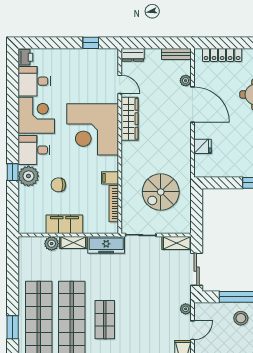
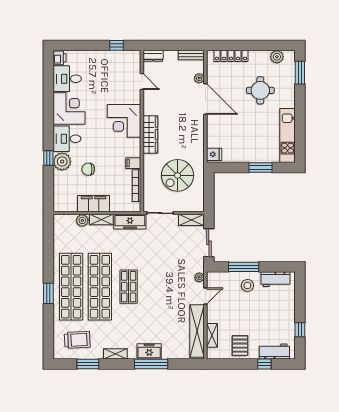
wardrobe: (130, 119) -> (150, 135), moved
corner desk: (93, 129) -> (124, 121), width x0.74, depth x0.74
fridge: (203, 146) -> (214, 154), moved

